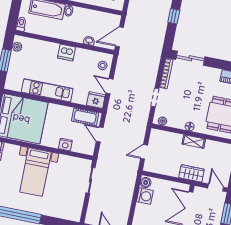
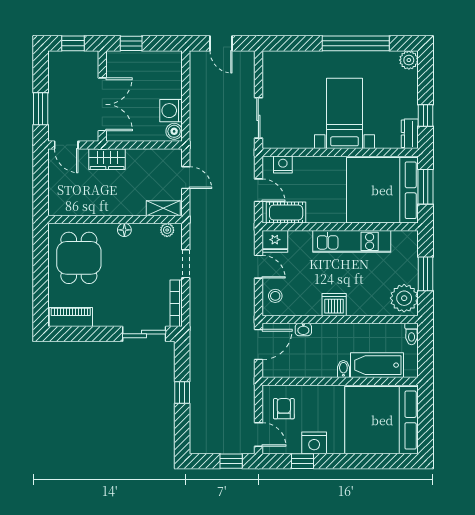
plant: (17, 47) -> (404, 298), width x1.88, depth x1.88
shelving: (194, 142) -> (163, 208), moved
nightstand: (65, 144) -> (283, 165), moved
door: (144, 152) -> (186, 178), hinge flipped

